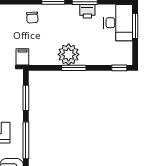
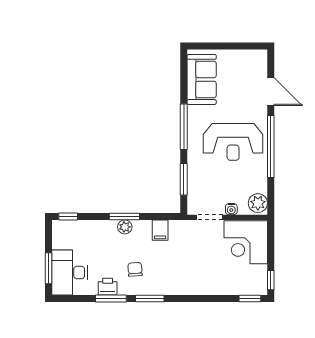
chair: (32, 18) -> (135, 269), moved
plant: (69, 54) -> (125, 227), width x0.53, depth x0.53
filing cabinet: (22, 57) -> (160, 230), moved

